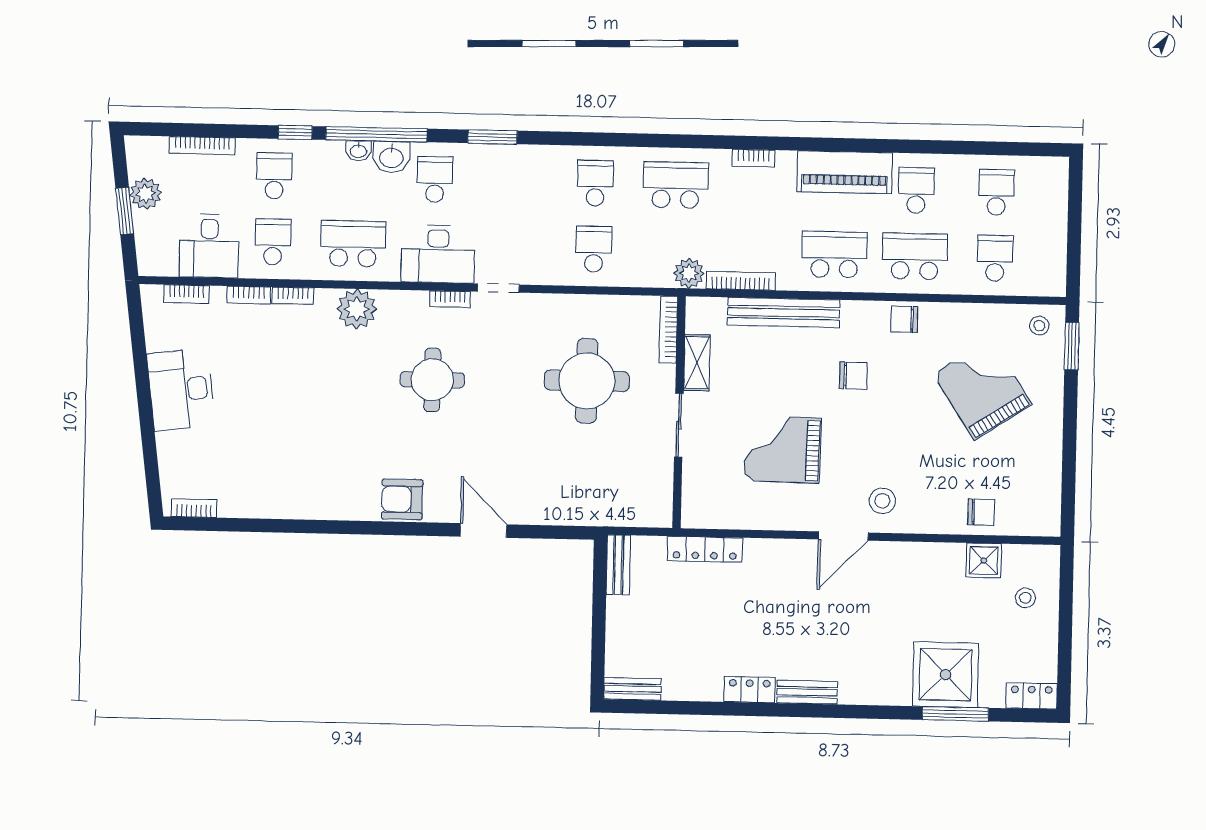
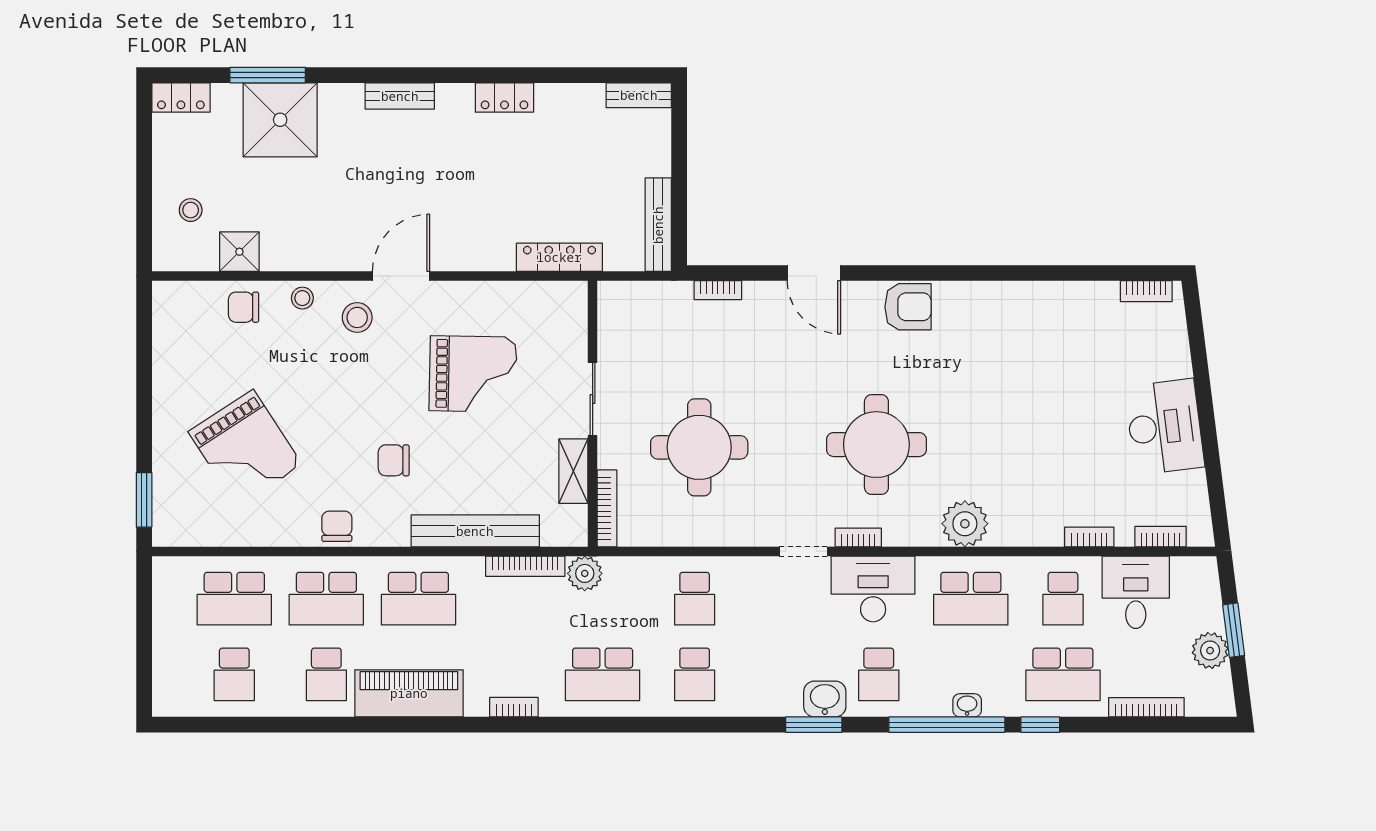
washbasin: (391, 157) -> (825, 699), moved
school desk: (274, 176) -> (1063, 674), width x1.85
school desk: (995, 258) -> (234, 599), width x1.85
bookcase: (293, 296) -> (718, 290), moved, turned 180
chair: (904, 319) -> (337, 526), turned -90
stool: (1039, 326) -> (302, 298), moved
round table: (432, 380) -> (876, 445), width x1.36, depth x1.36
bench: (618, 565) -> (658, 225), width x1.36
bench: (807, 692) -> (400, 96), moved

